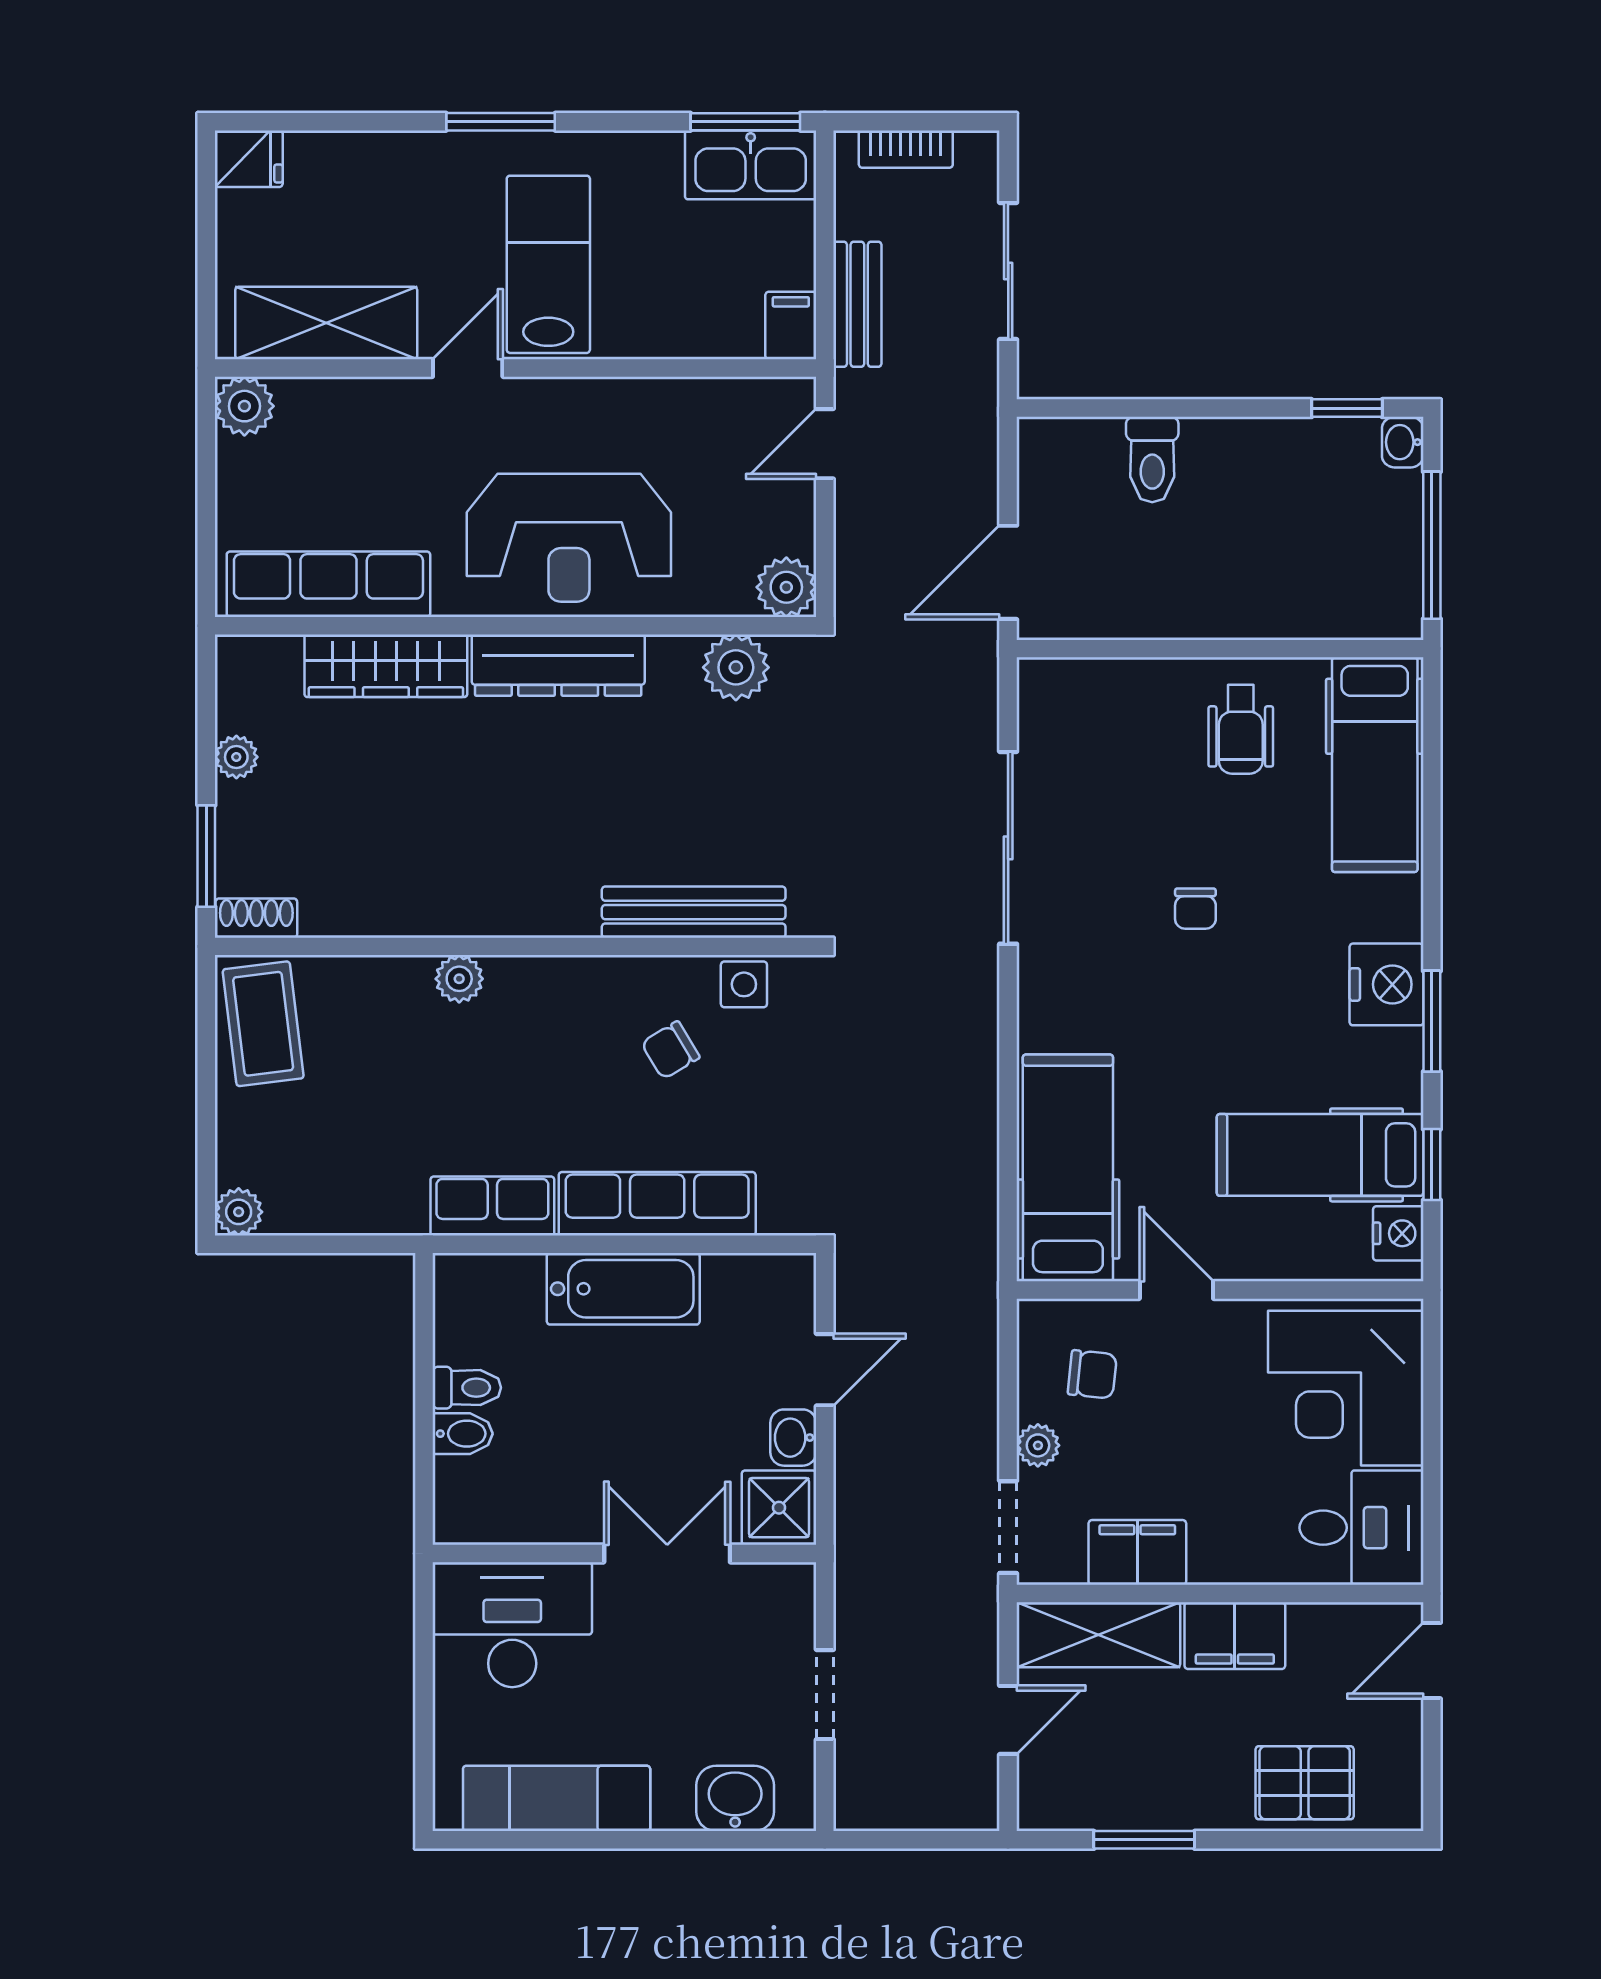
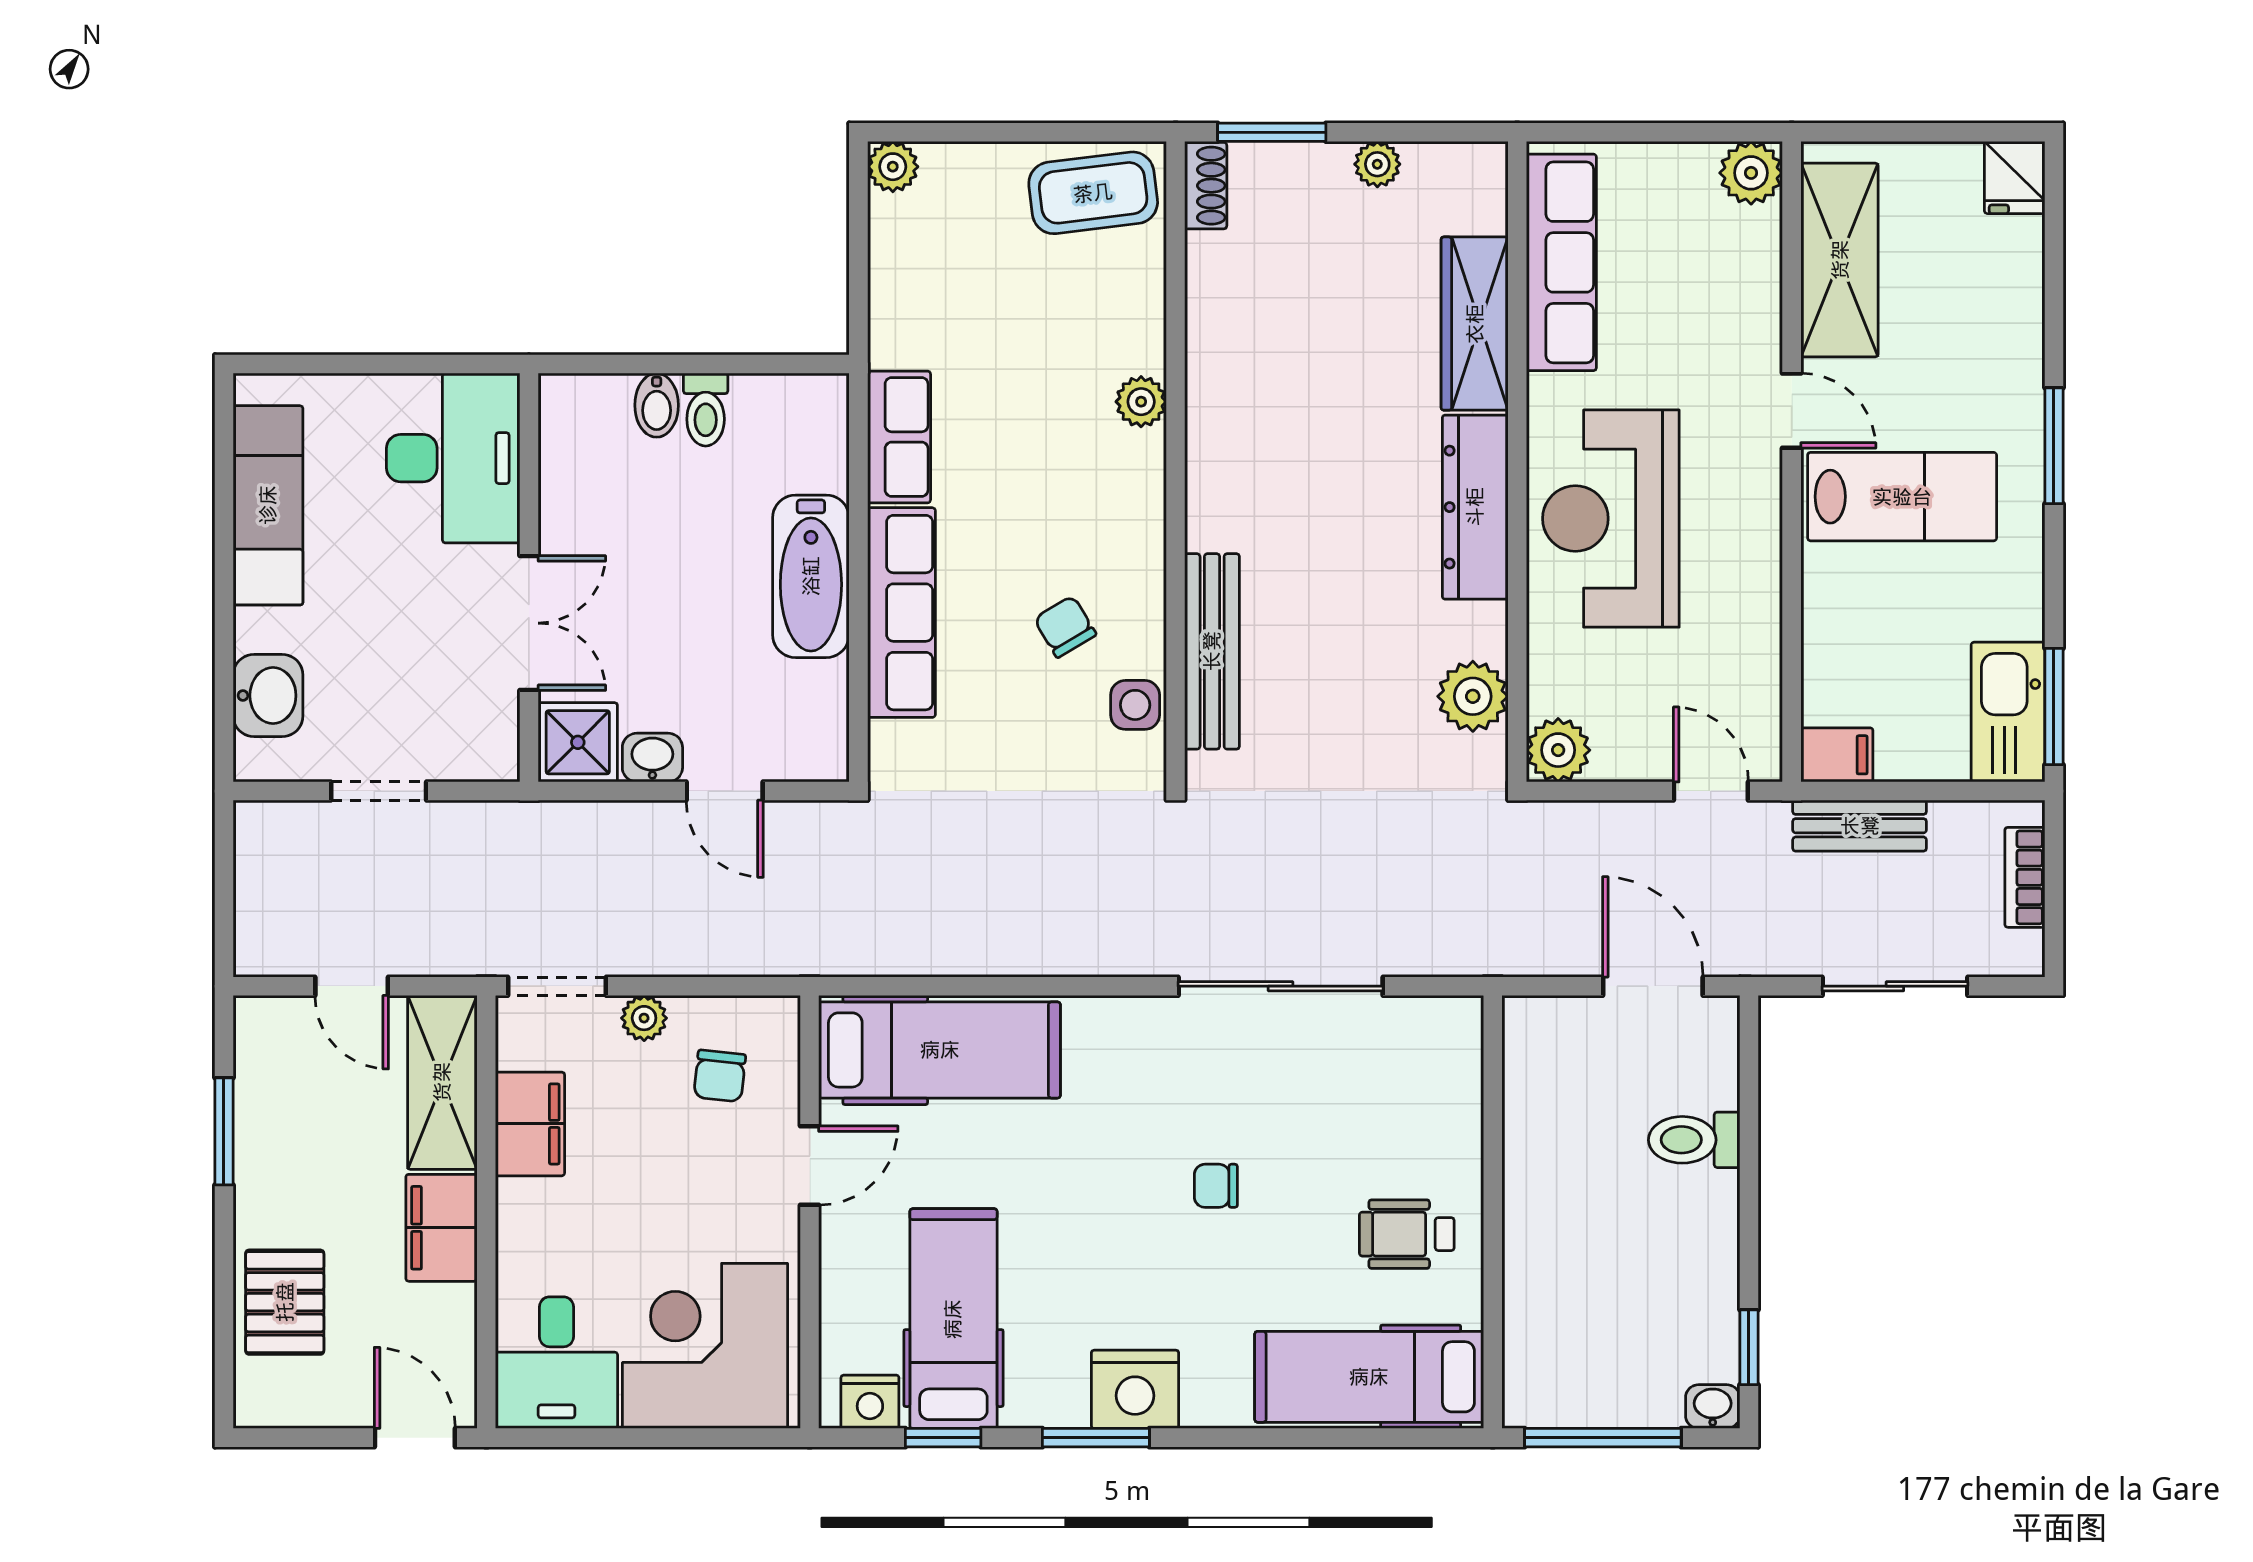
door: (1008, 572) -> (1653, 986), moved

